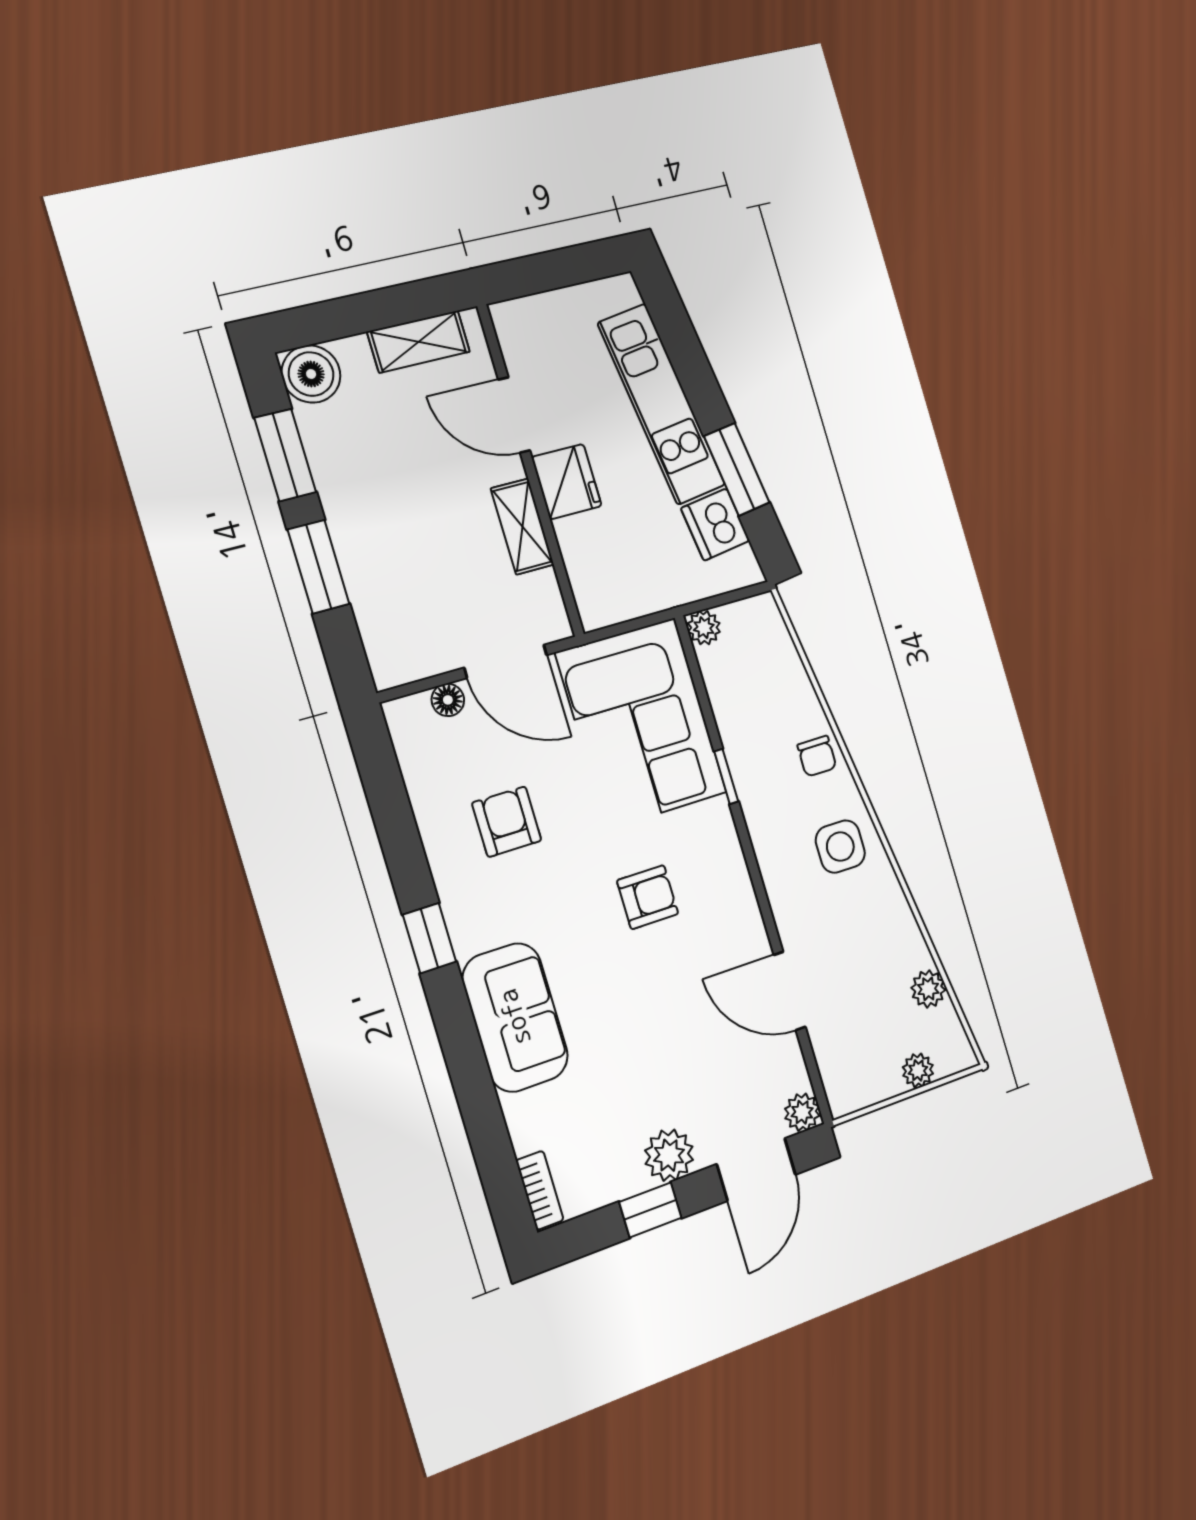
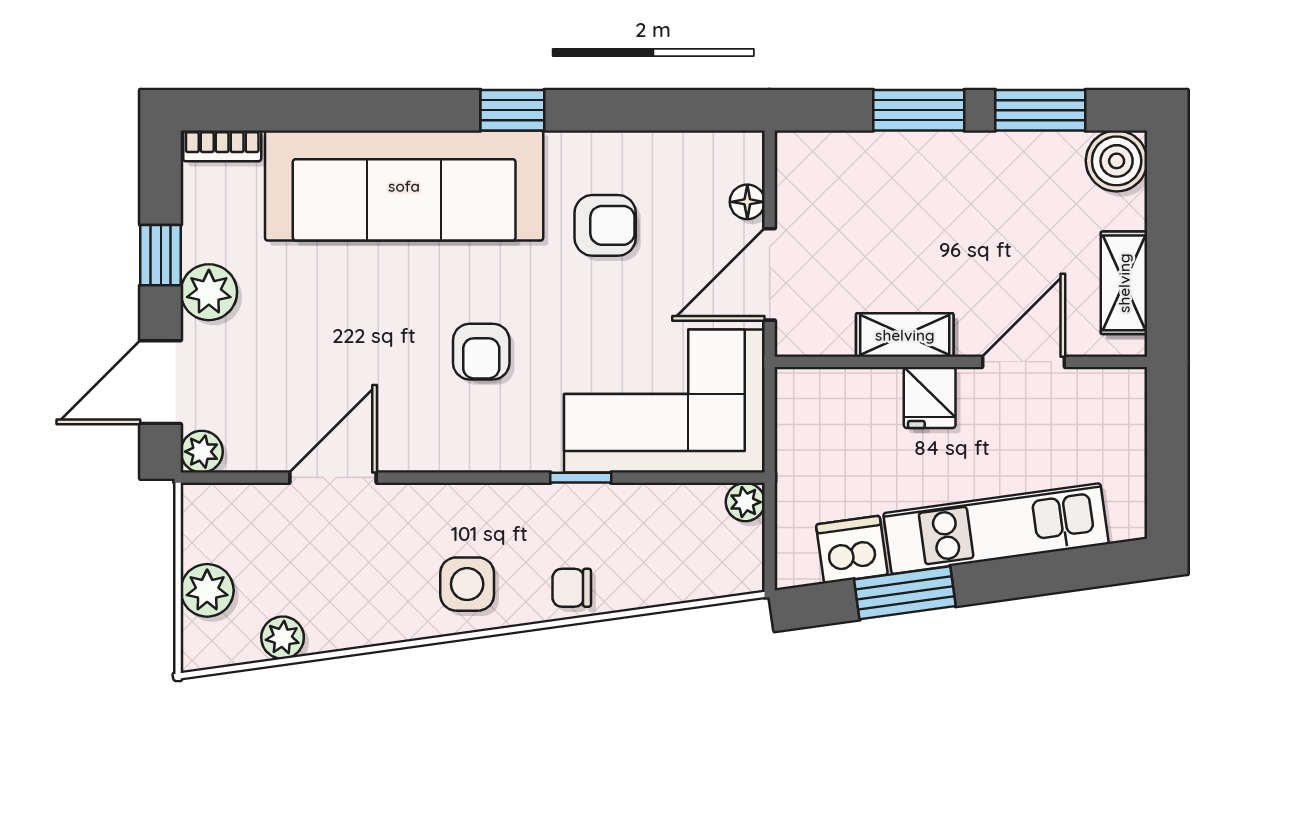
fridge: (567, 482) -> (930, 398), width x0.72
sofa: (515, 1017) -> (404, 186), width x1.85, depth x1.27
plant: (918, 1070) -> (207, 590), width x1.38, depth x1.38
door: (756, 1169) -> (161, 382), hinge flipped

